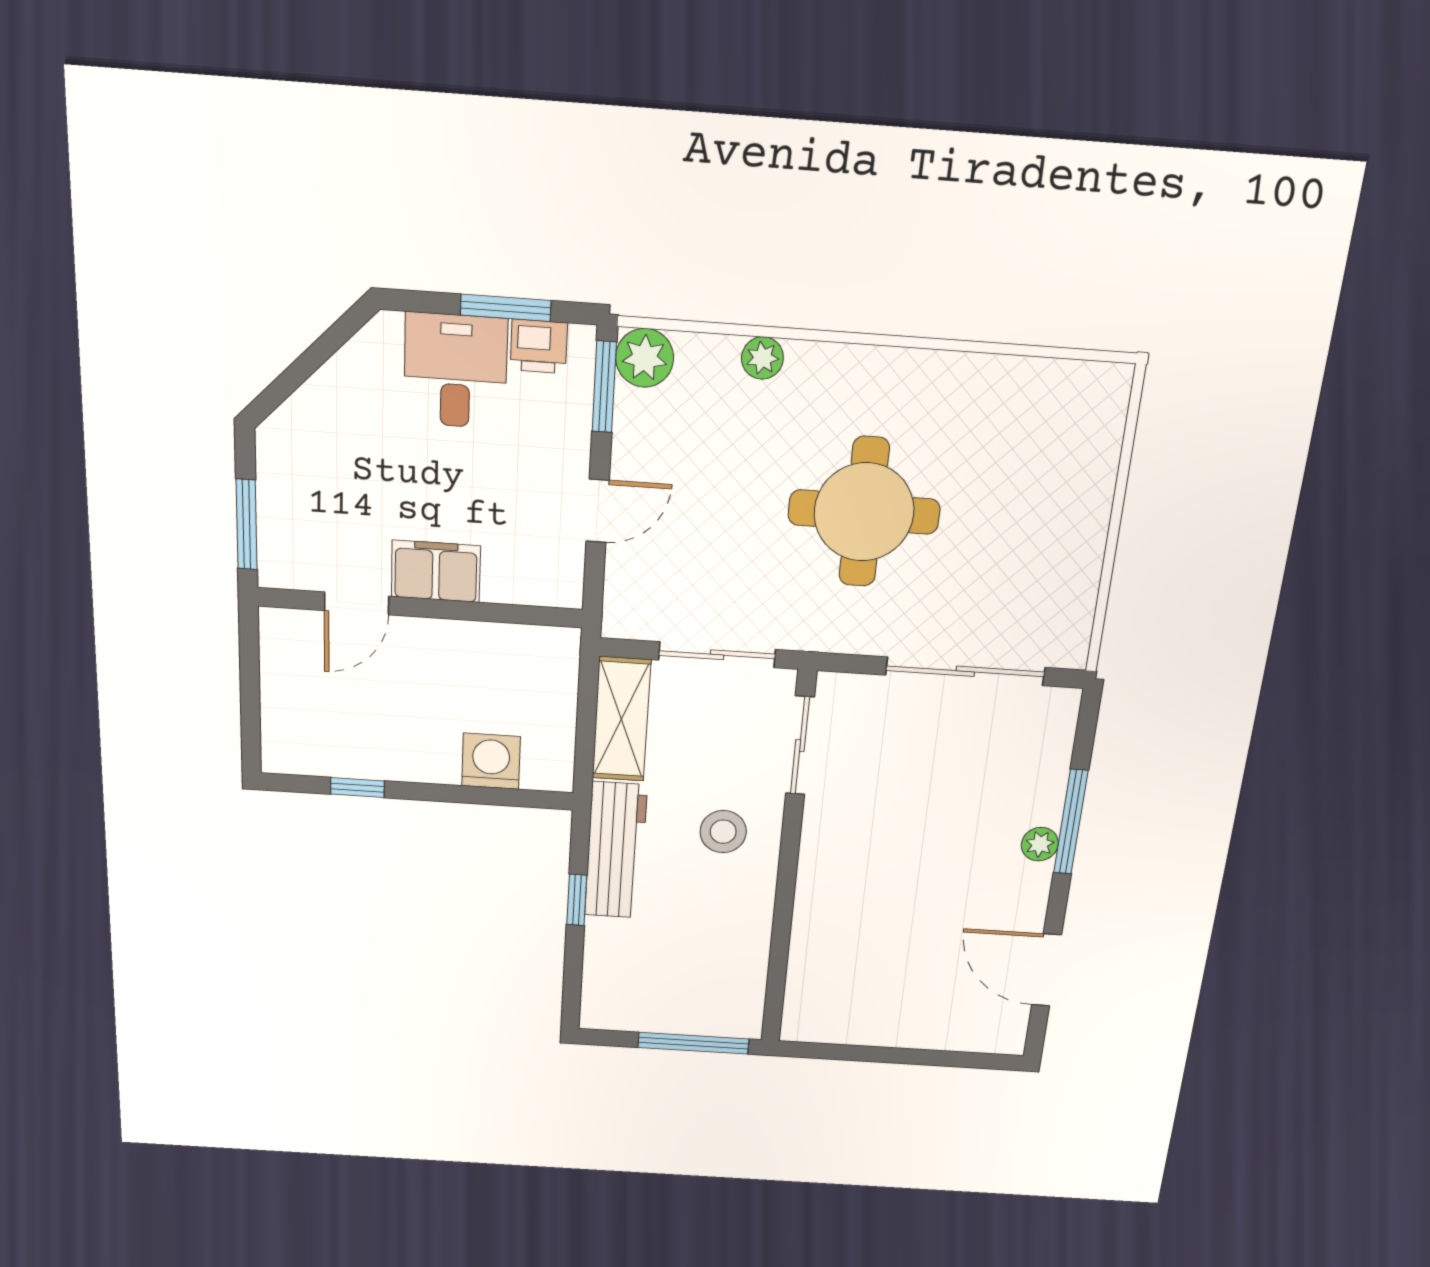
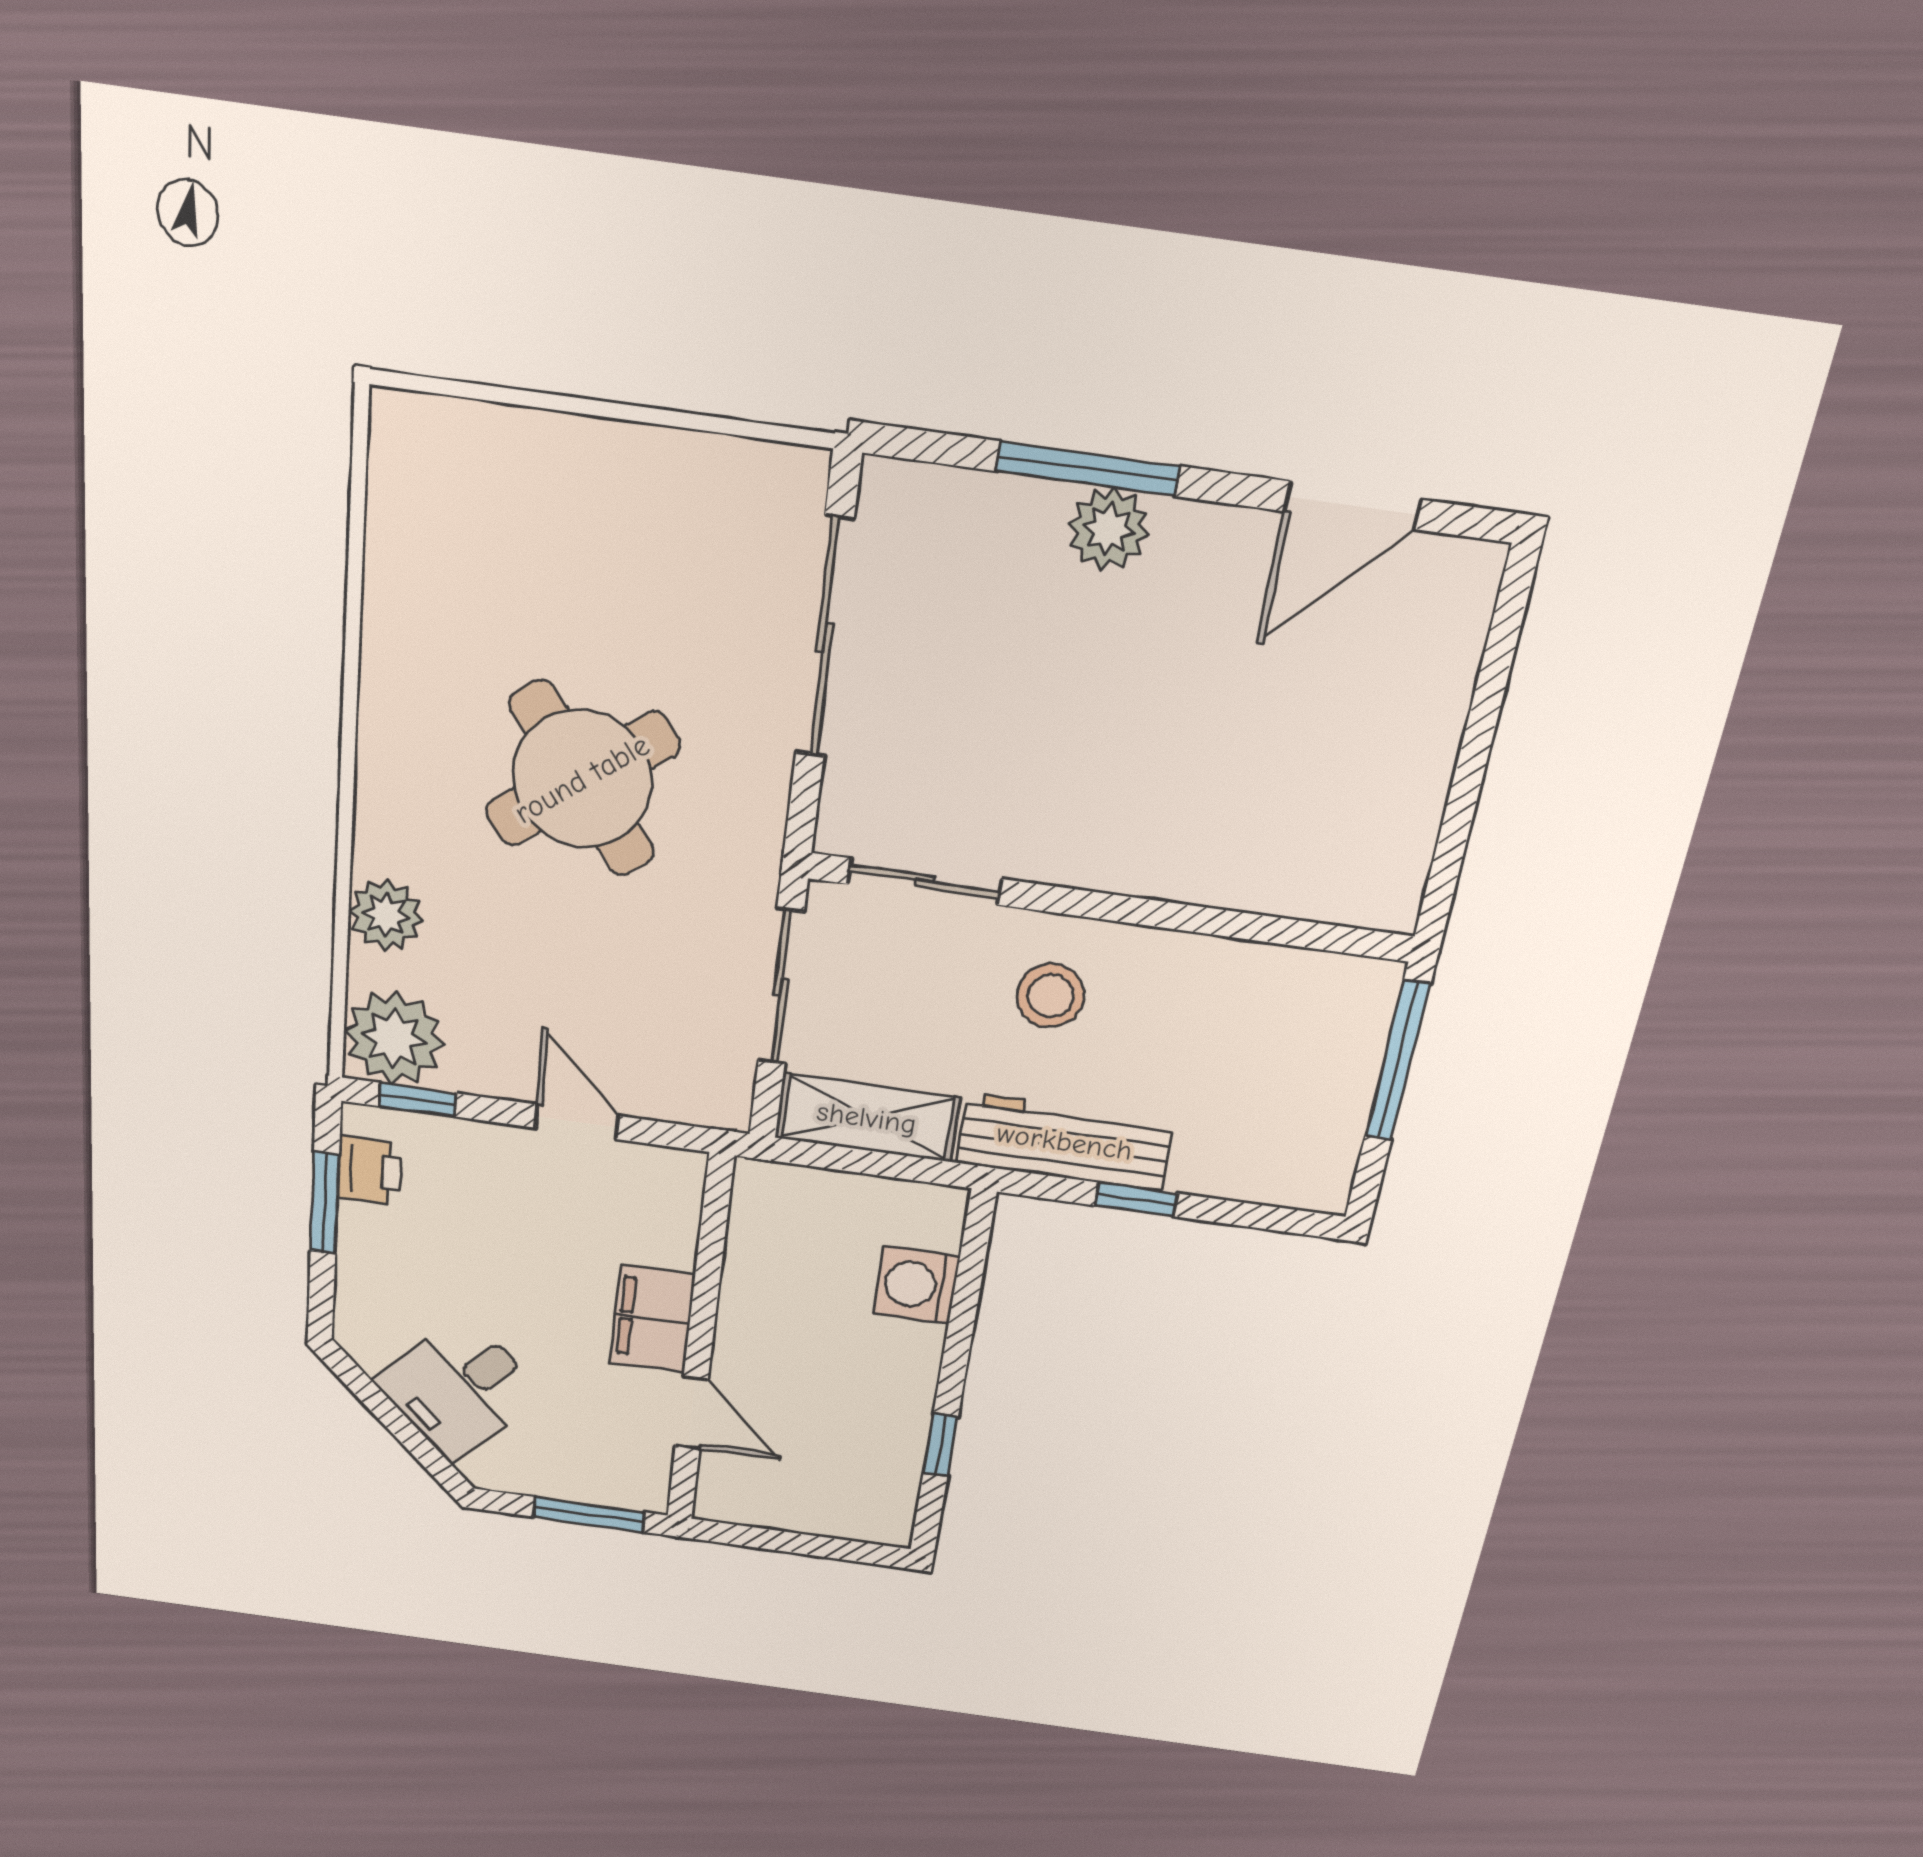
plant: (645, 358) -> (394, 1038), width x1.36, depth x1.36
plant: (762, 358) -> (386, 915), width x1.38, depth x1.38
desk: (455, 371) -> (459, 1389), moved, turned -45
window: (604, 387) -> (417, 1100), width x0.67
round table: (864, 512) -> (582, 779), turned -37
plant: (1040, 844) -> (1108, 529), width x1.38, depth x1.38

